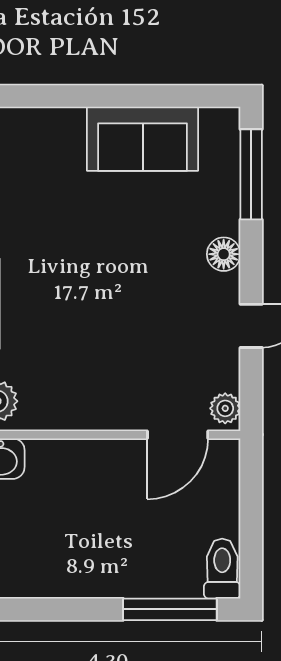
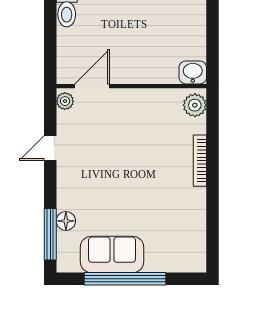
window: (120, 96) -> (125, 279), added
floor lamp: (224, 254) -> (66, 221), moved

